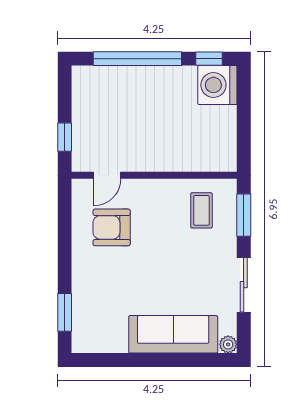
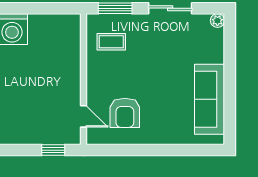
window: (65, 312) -> (192, 150), removed
sofa: (173, 334) -> (209, 99), moved

